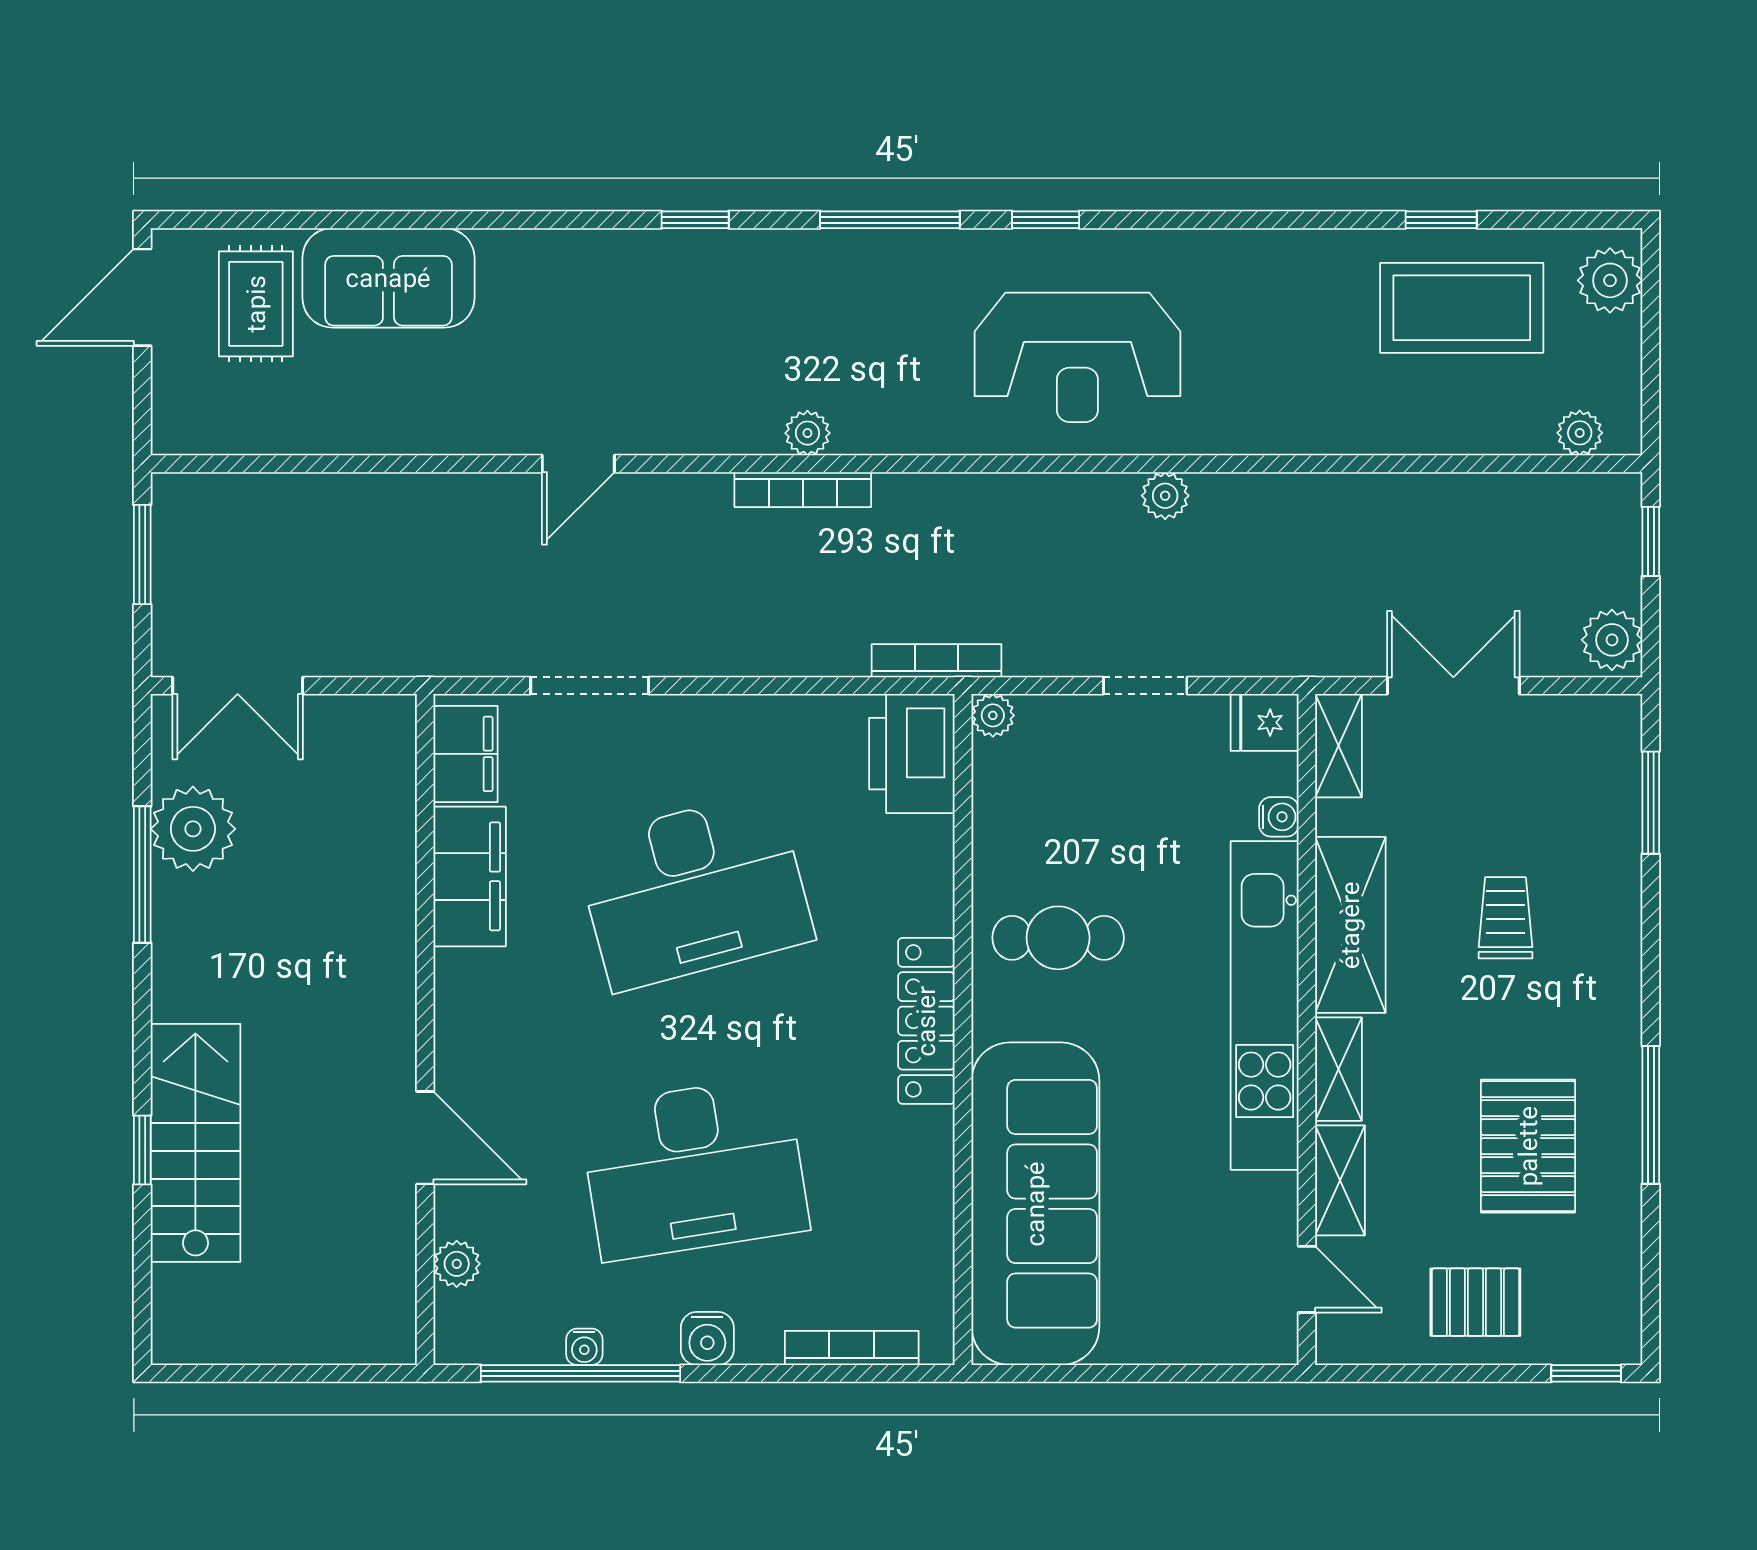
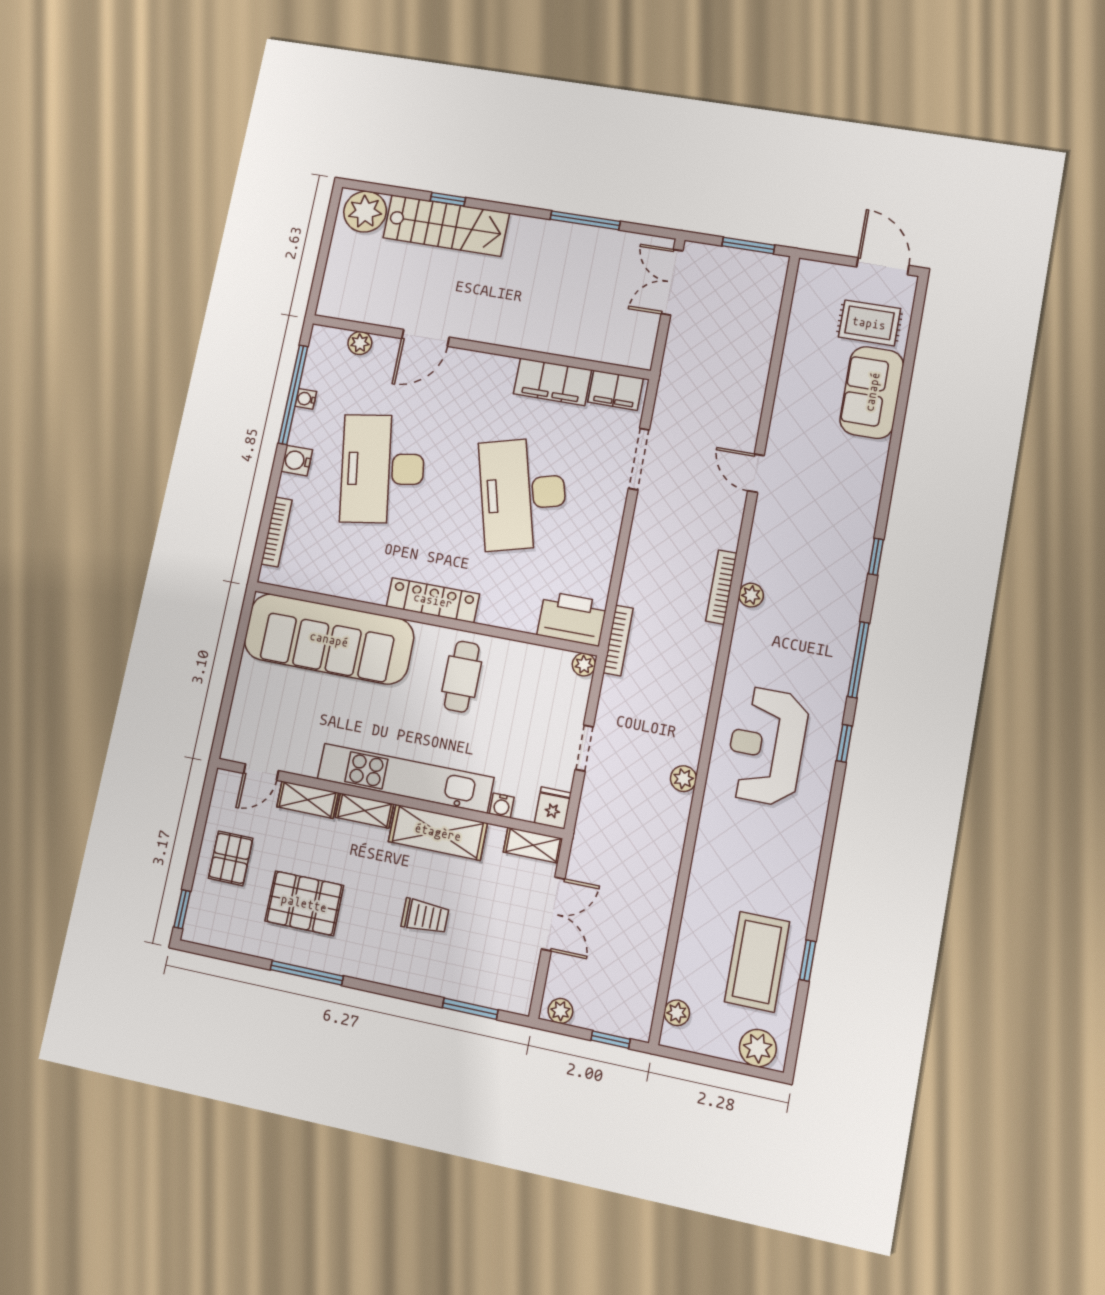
plant: (1612, 640) -> (560, 1011), width x0.73, depth x0.73
plant: (193, 829) -> (365, 212), moved

